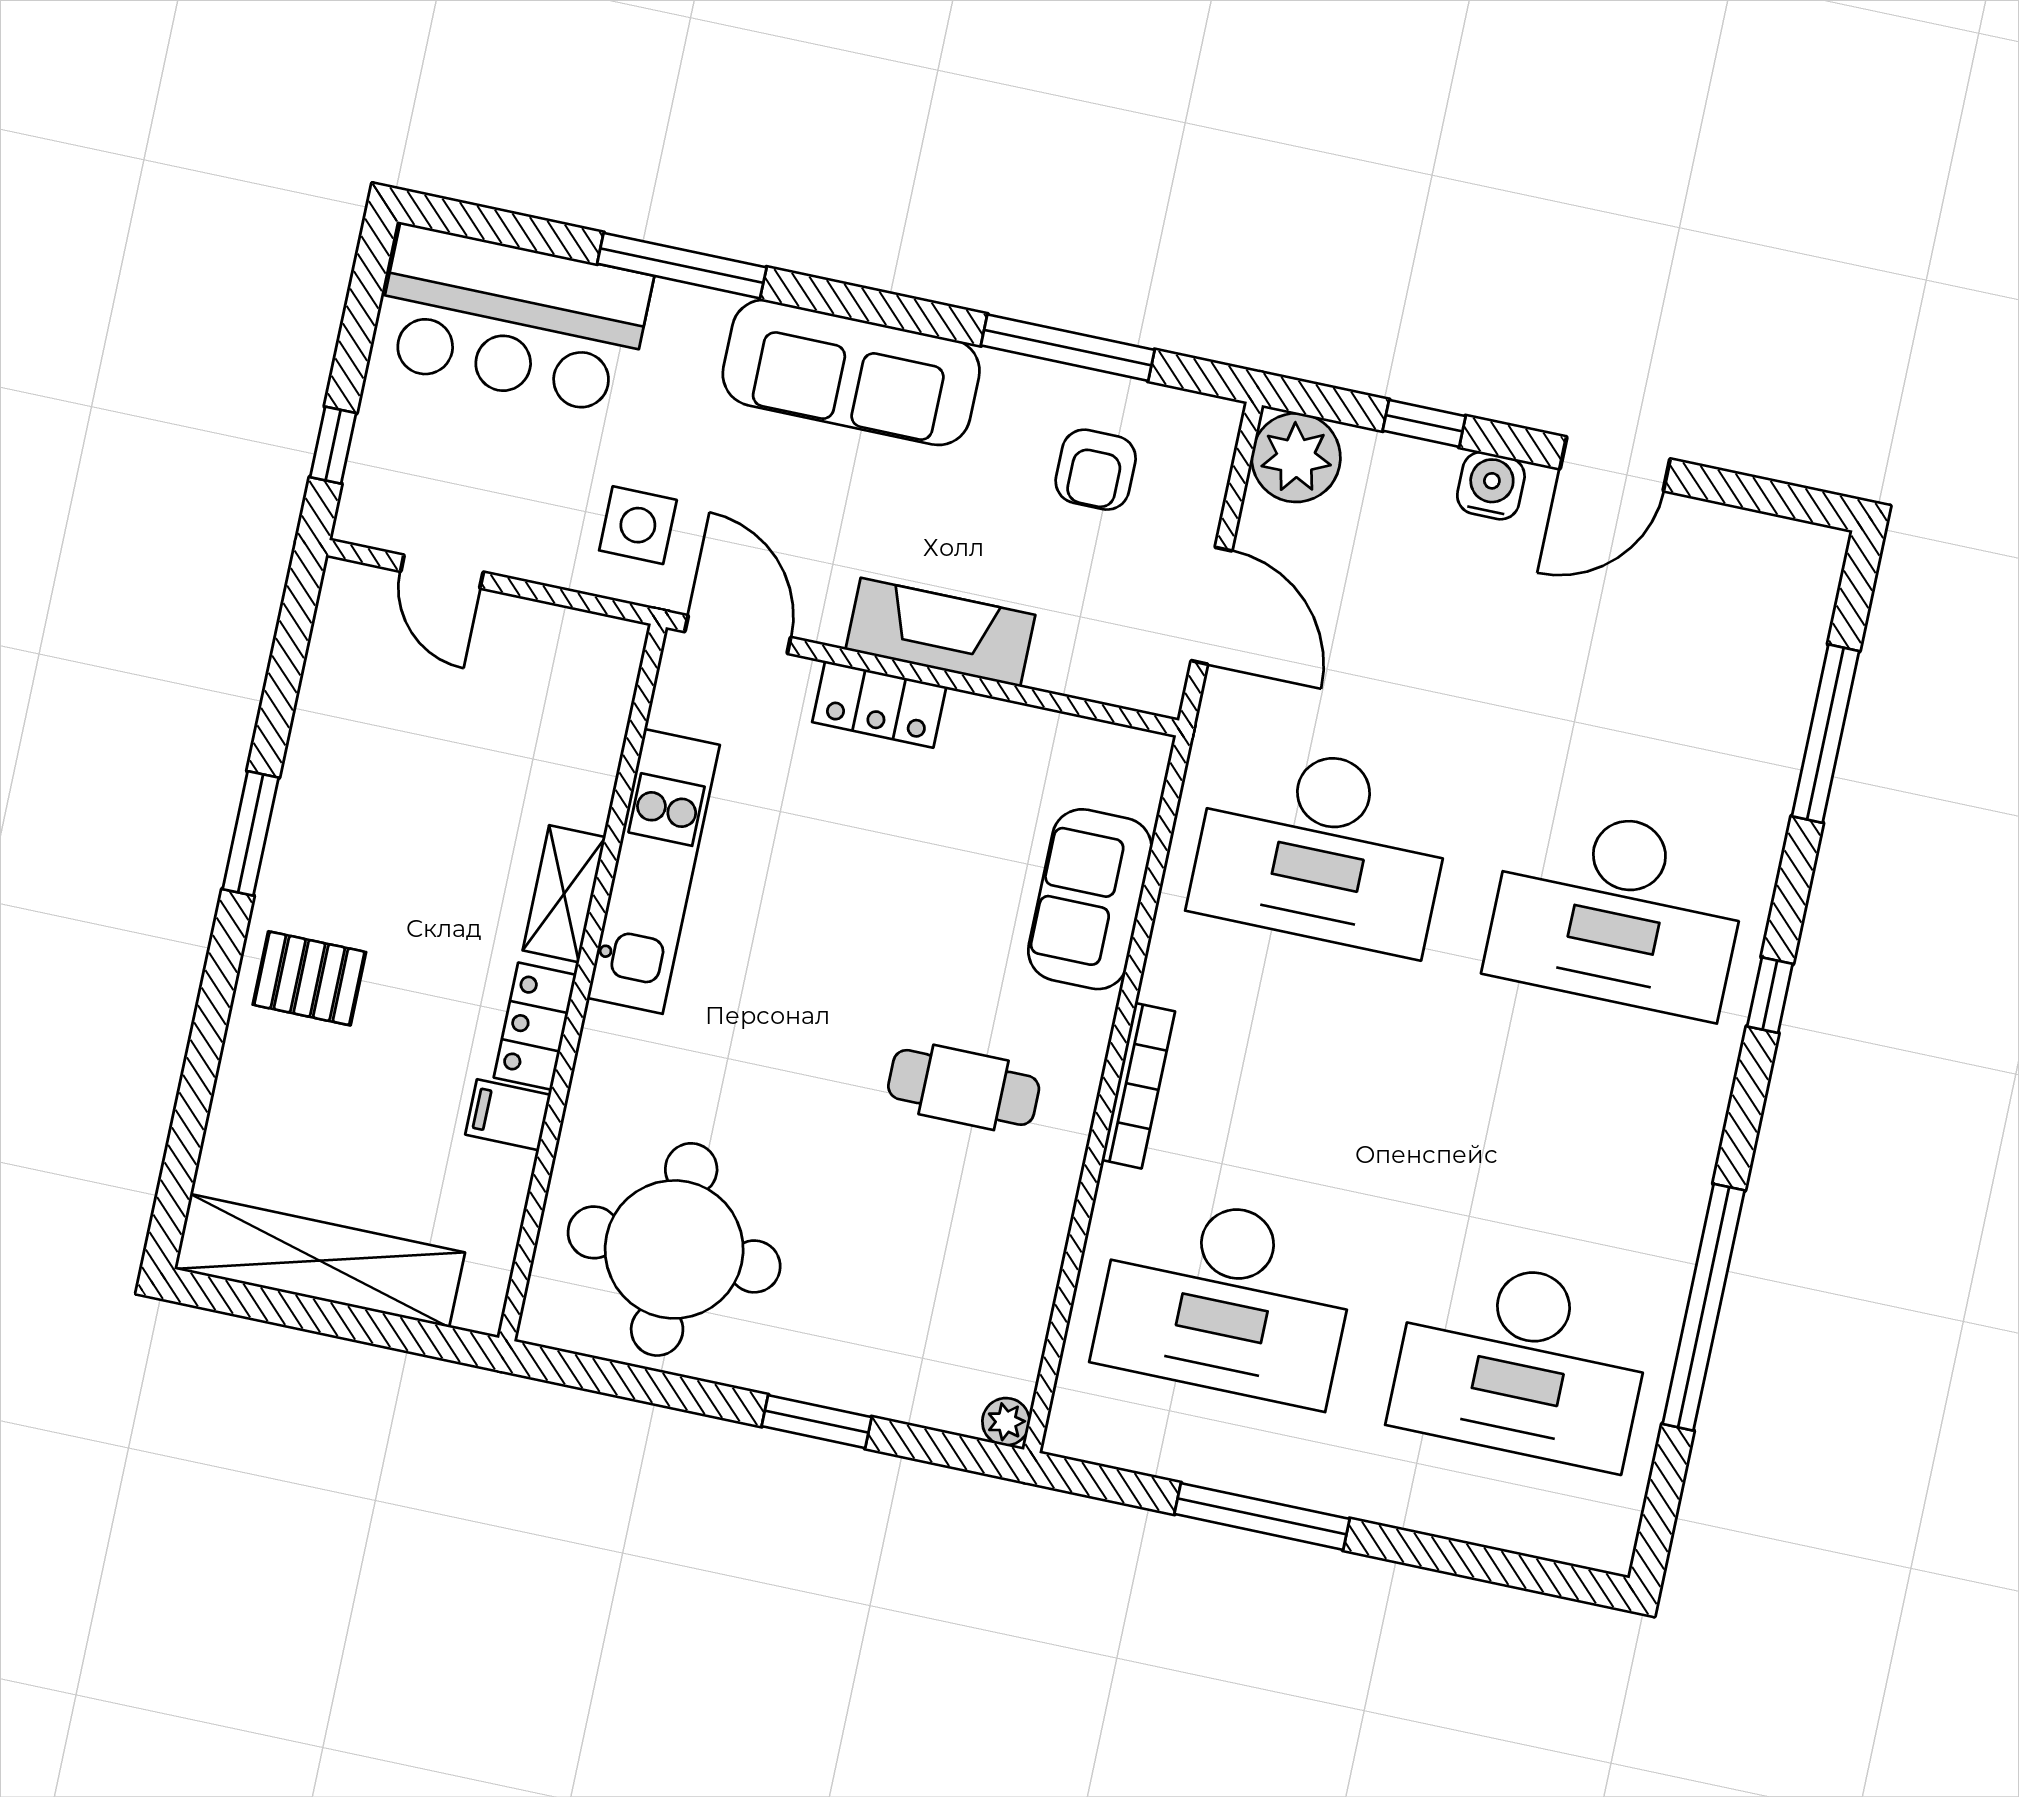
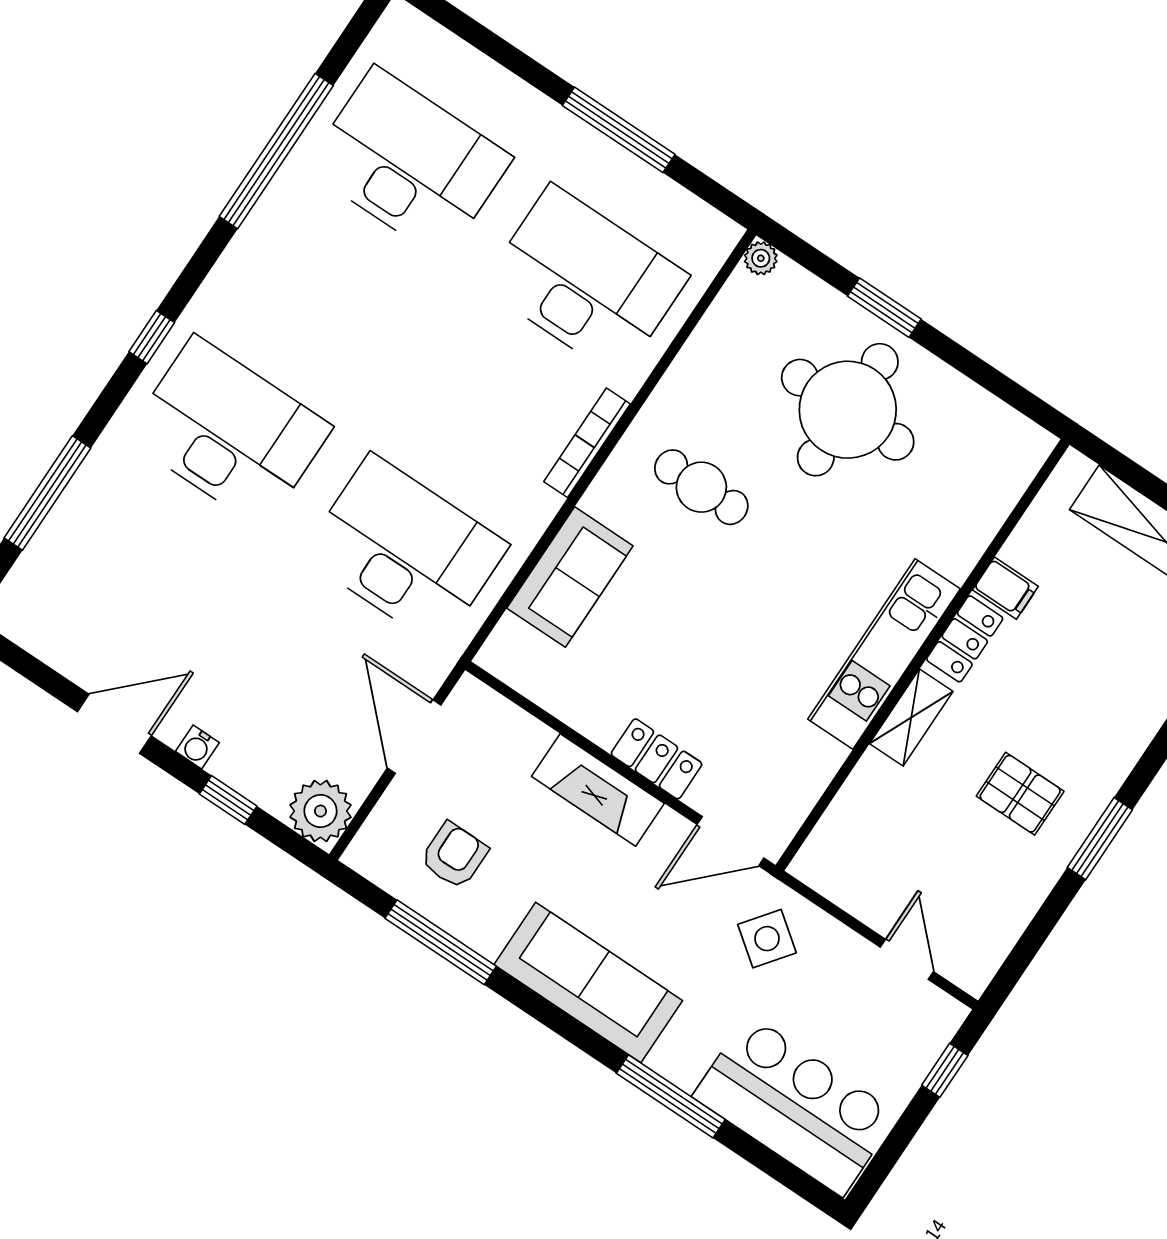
water cooler: (1491, 486) -> (197, 747), width x0.72, depth x0.72
side table: (638, 525) -> (767, 939), turned 37
door: (738, 635) -> (731, 841), hinge flipped
kitchen unit: (653, 871) -> (884, 654), moved
pallet: (309, 978) -> (1020, 794), moved
round table: (674, 1249) -> (848, 410), moved

